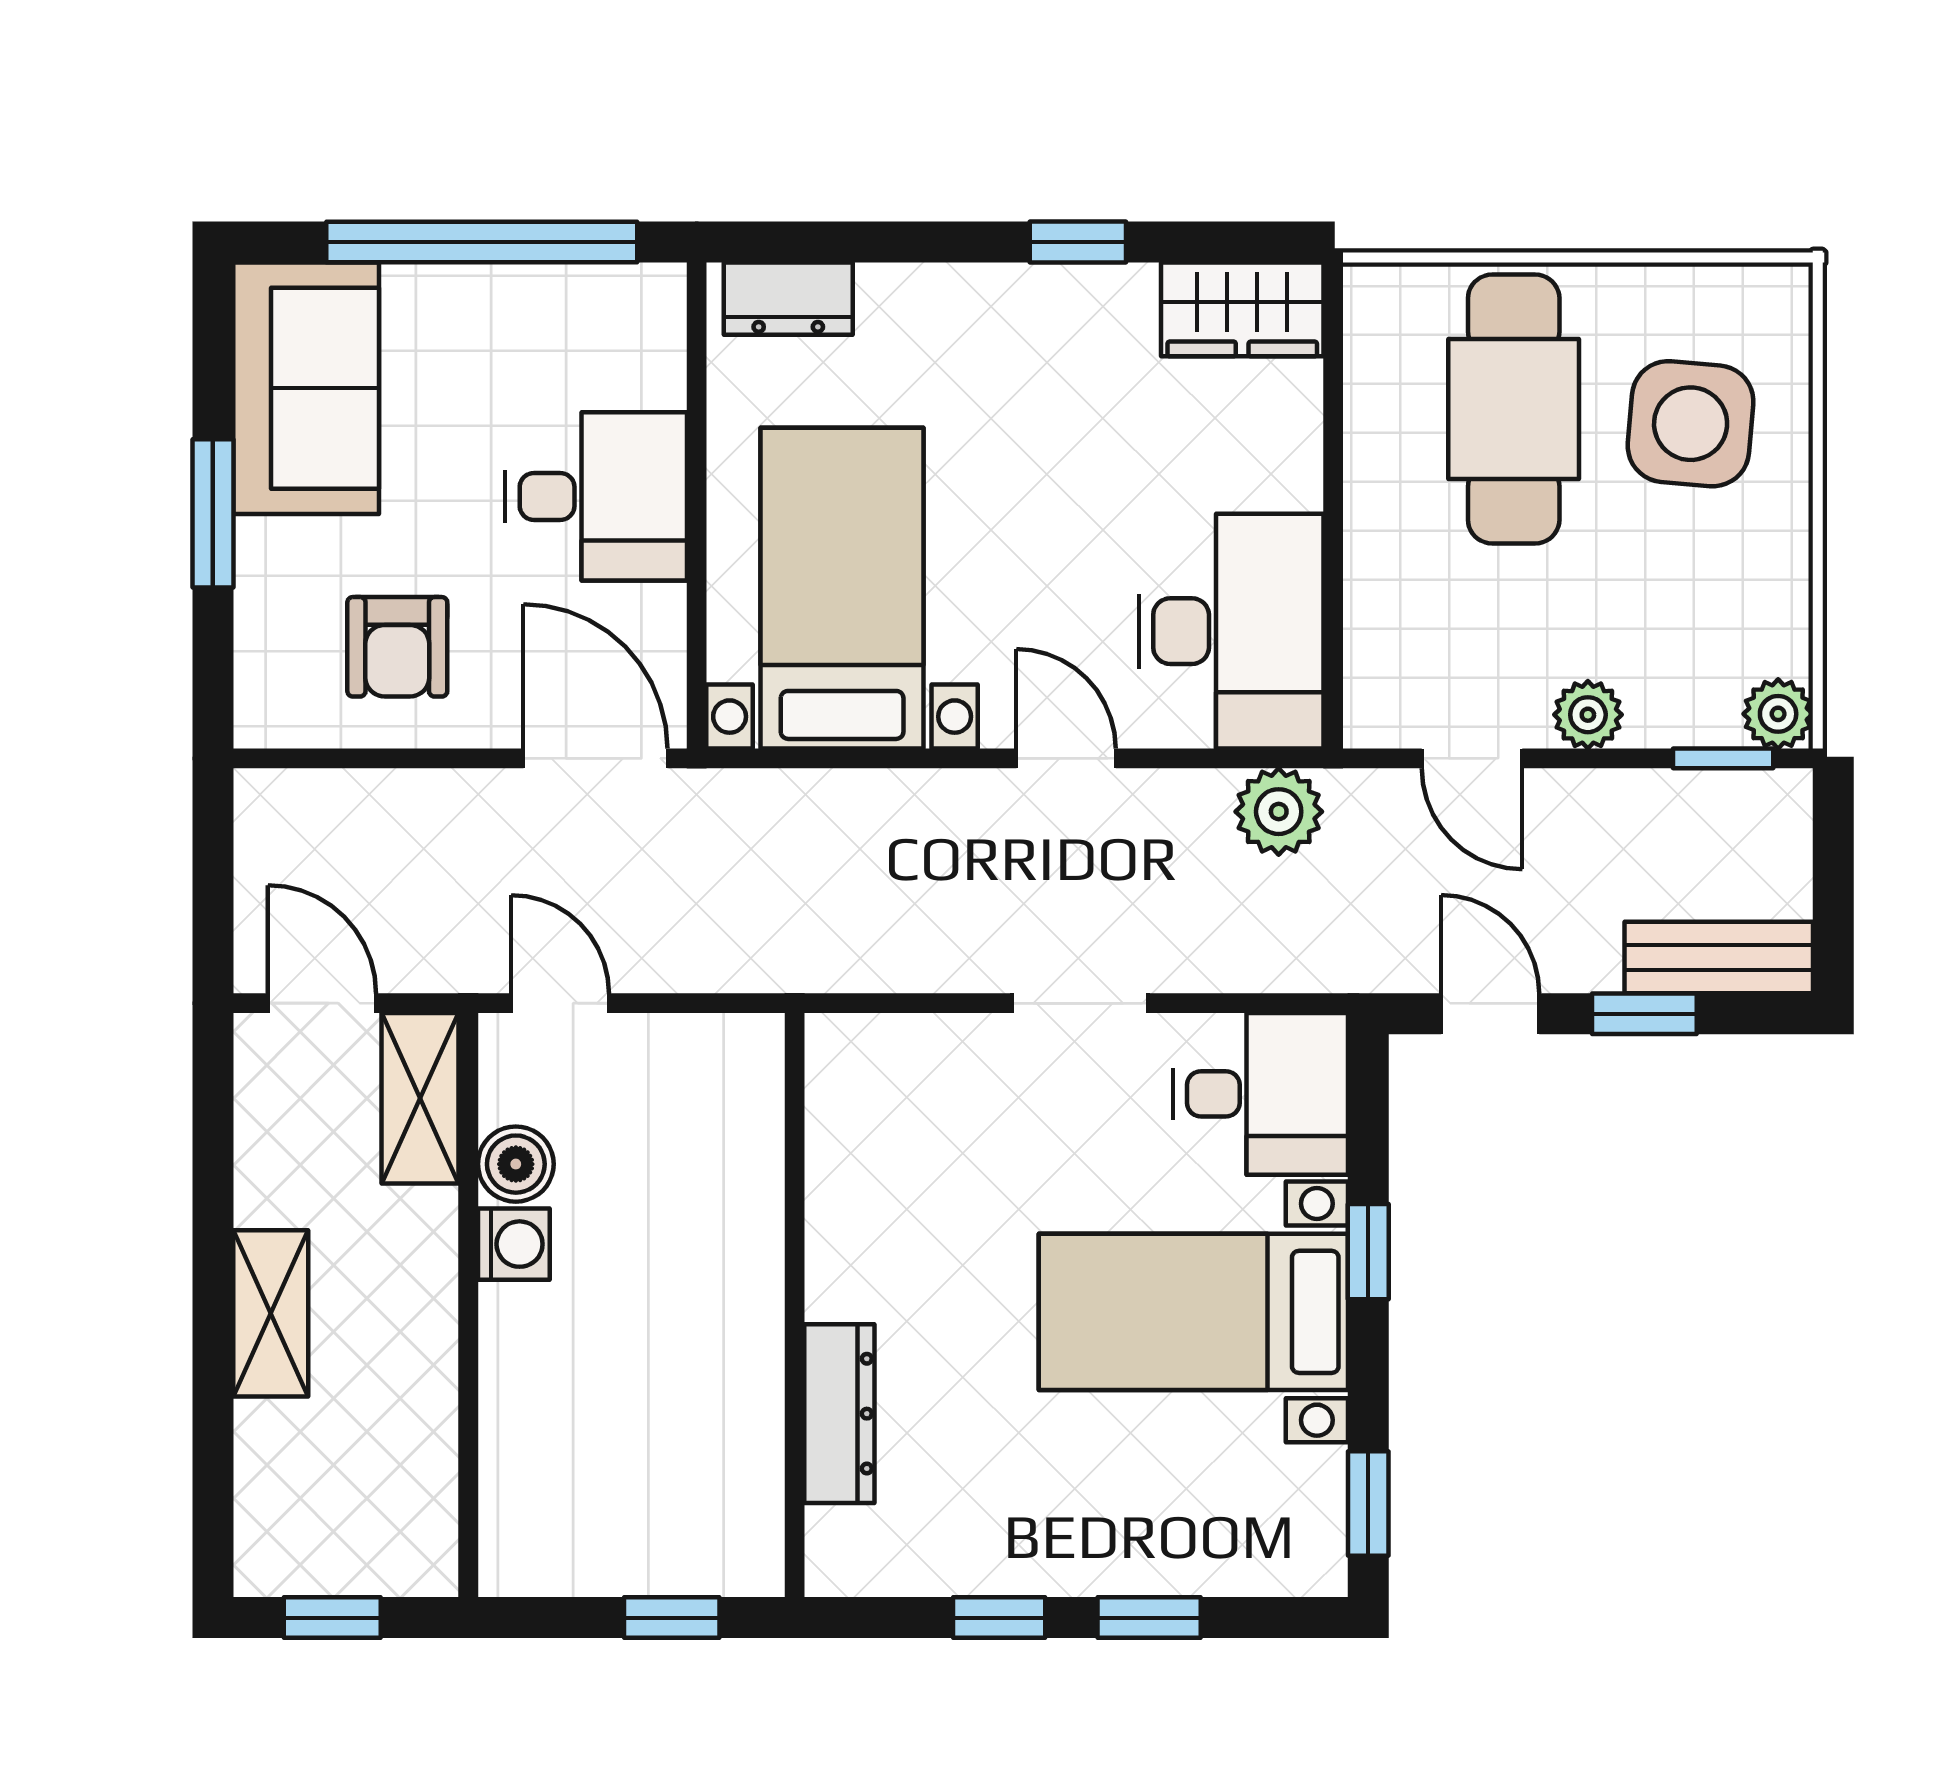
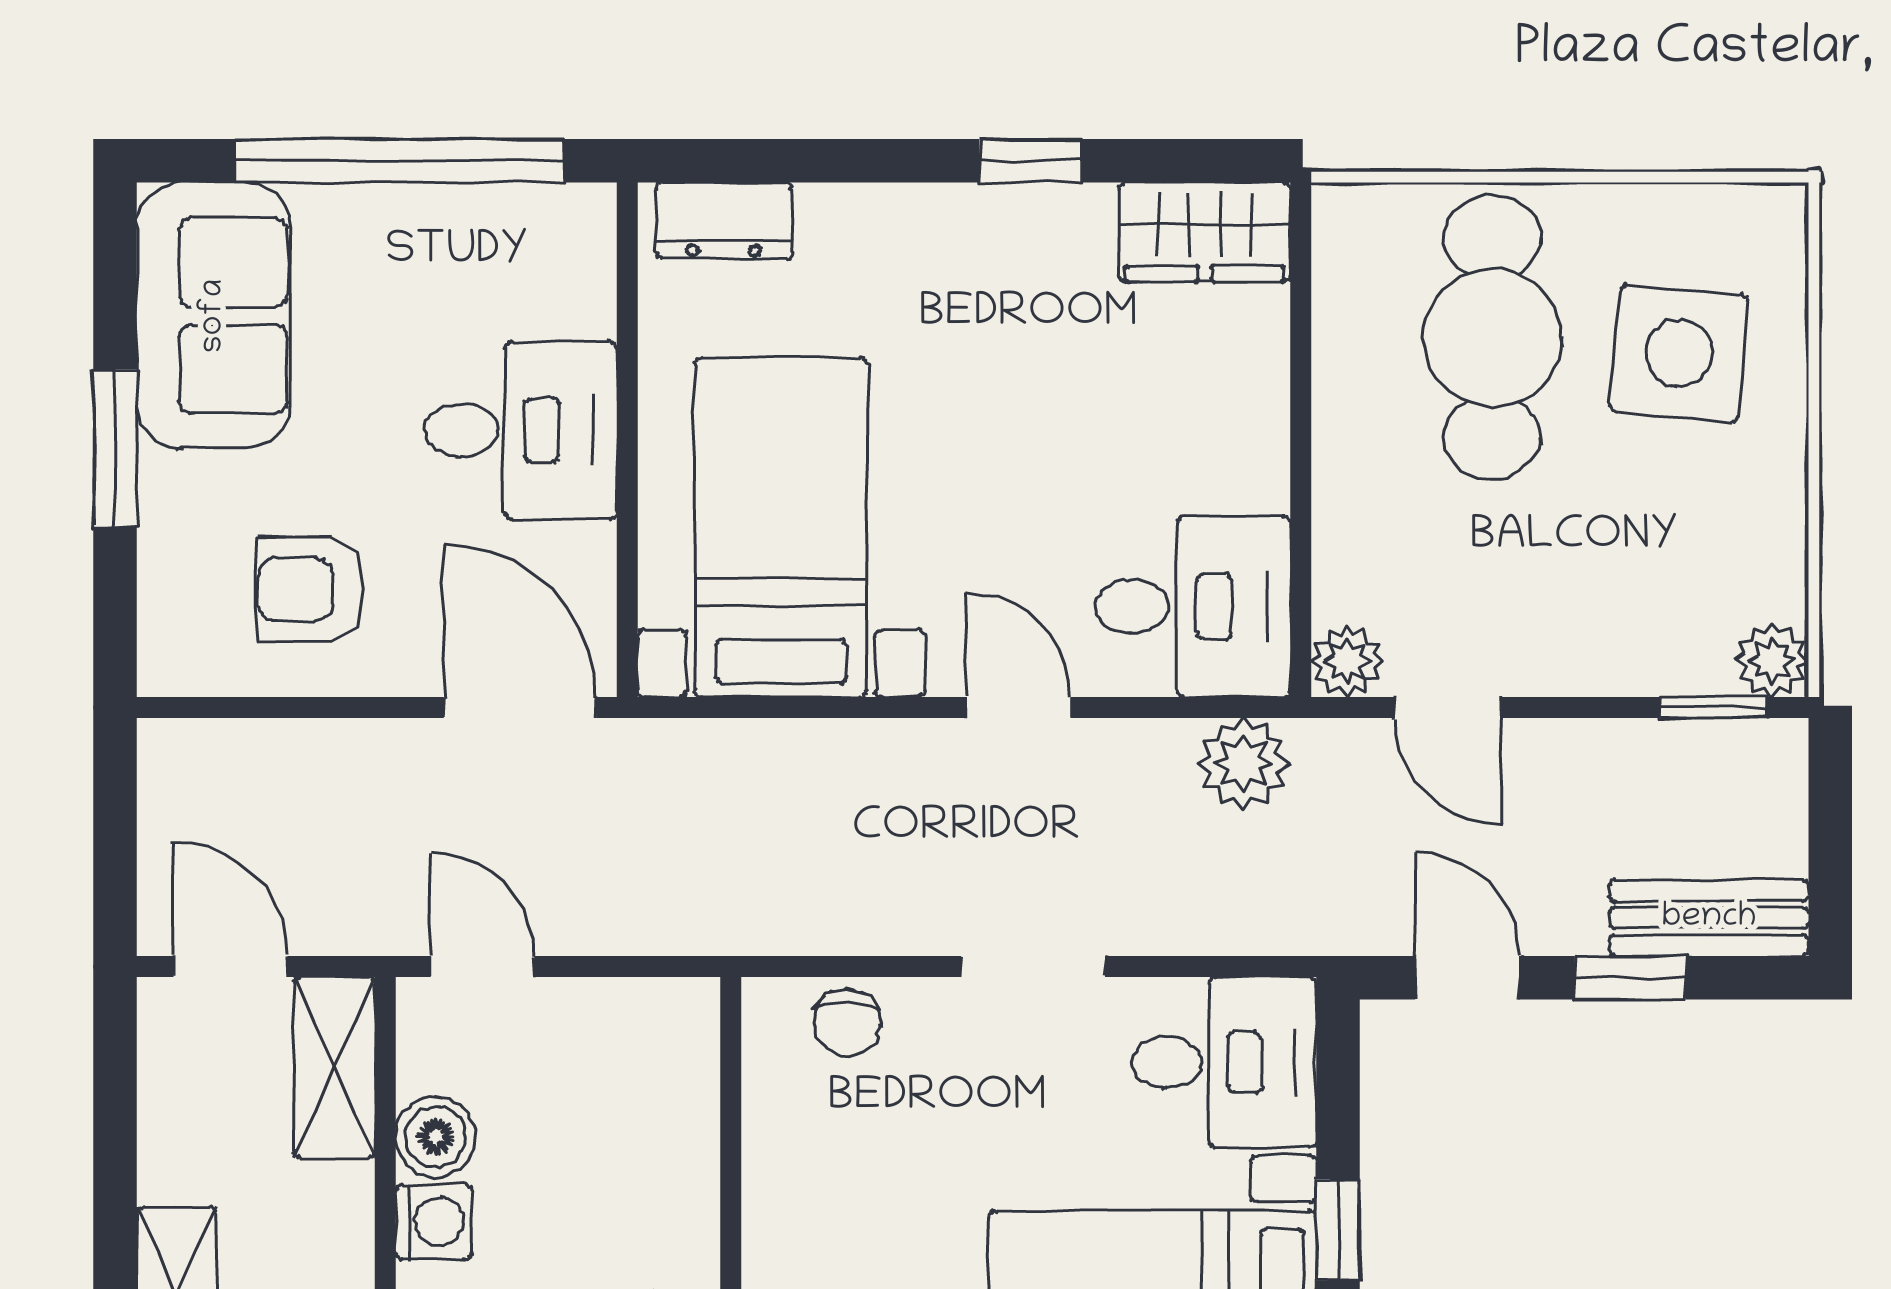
desk: (1231, 631) -> (1193, 606), width x0.73
armchair: (397, 647) -> (310, 589), turned 90
plant: (1588, 715) -> (1347, 661), moved
chair: (905, 1056) -> (847, 1023), added

